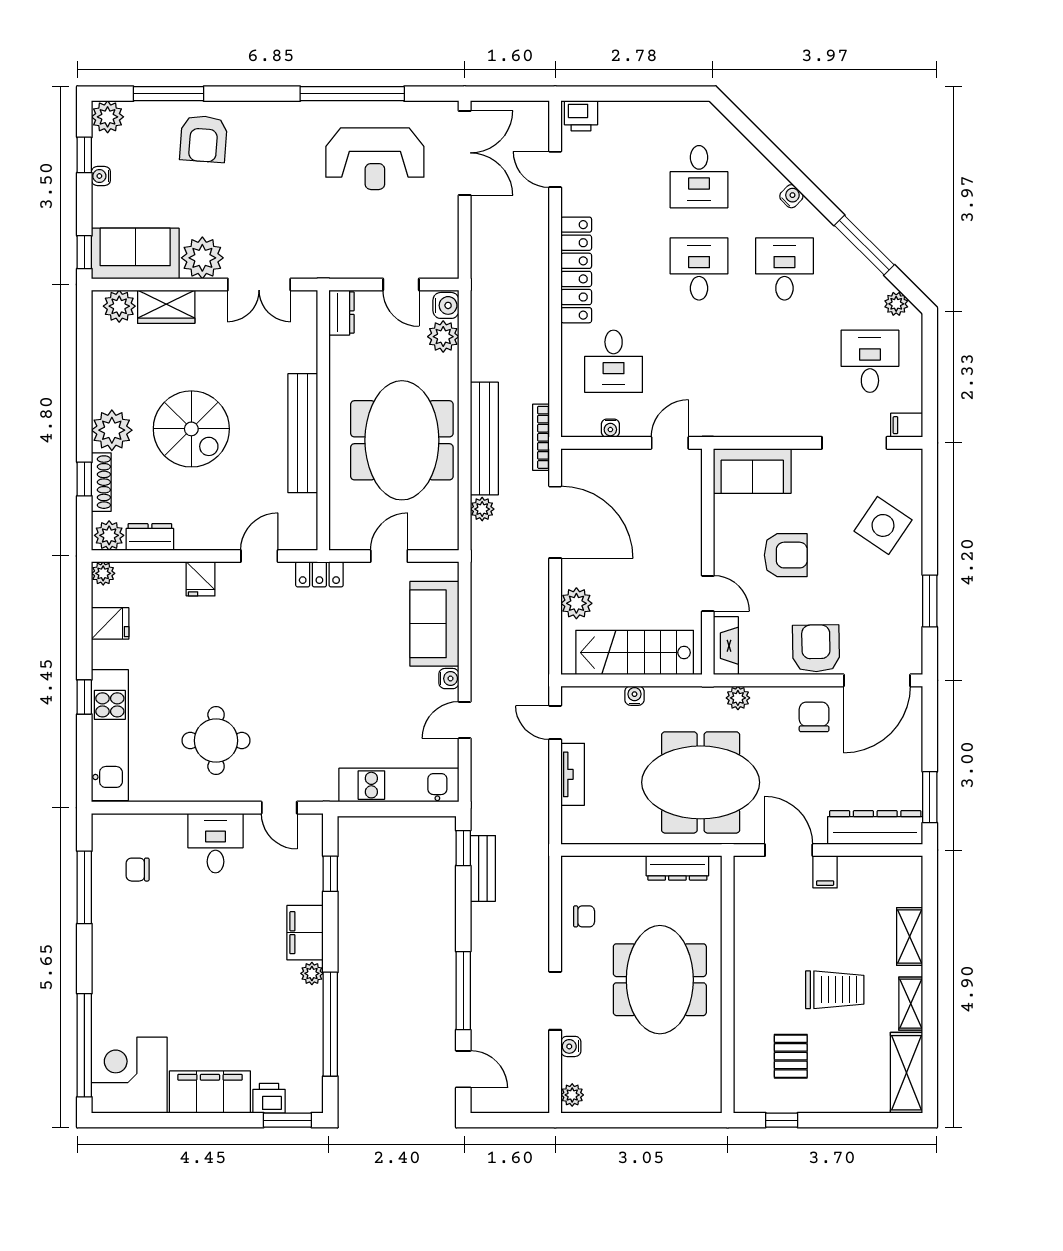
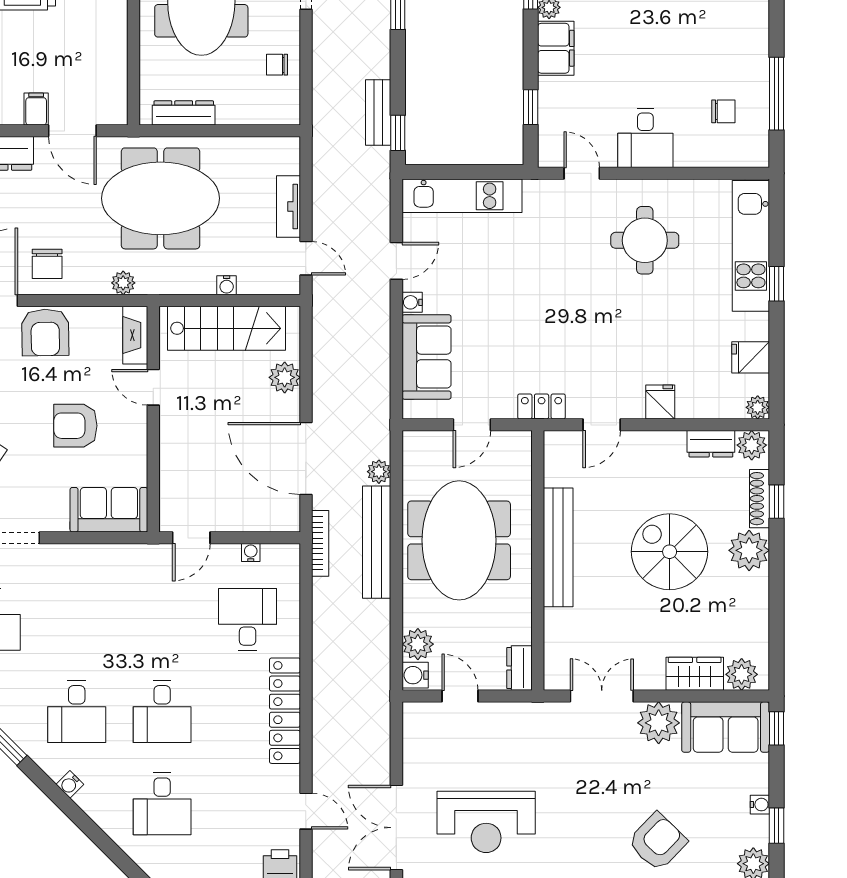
armchair: (203, 139) -> (657, 842), turned 40
reception desk: (375, 159) -> (486, 822), turned 180
desk: (699, 177) -> (162, 804), turned 180

